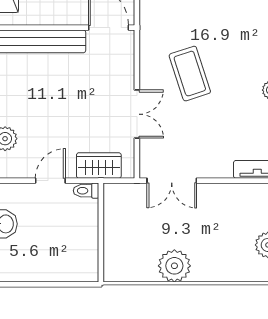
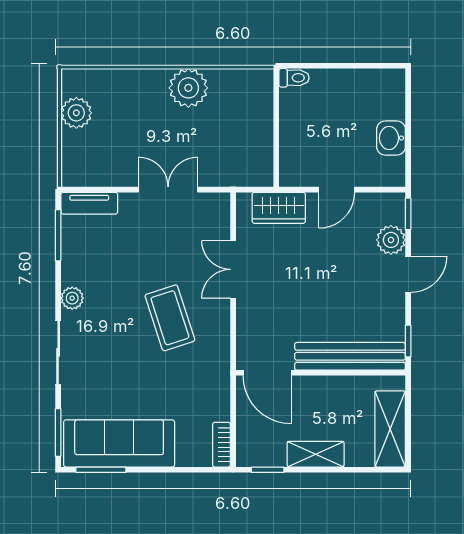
double door: (172, 181) -> (168, 190), moved
toilet: (86, 191) -> (294, 78), moved

